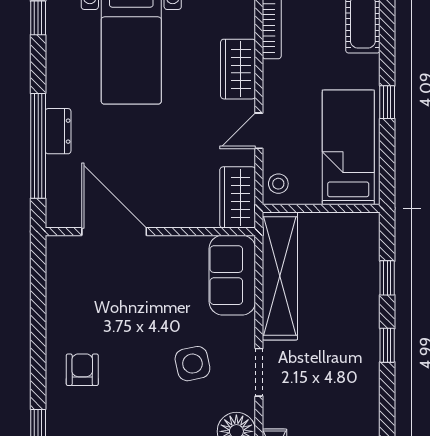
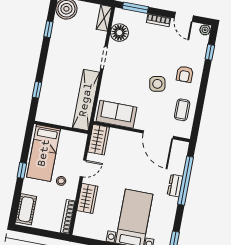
stool: (278, 184) -> (61, 181), moved
sofa: (232, 275) -> (116, 114), moved, turned -90
coffee table: (74, 293) -> (182, 110), added
window: (387, 345) -> (48, 29), moved
side table: (192, 364) -> (157, 84), moved

